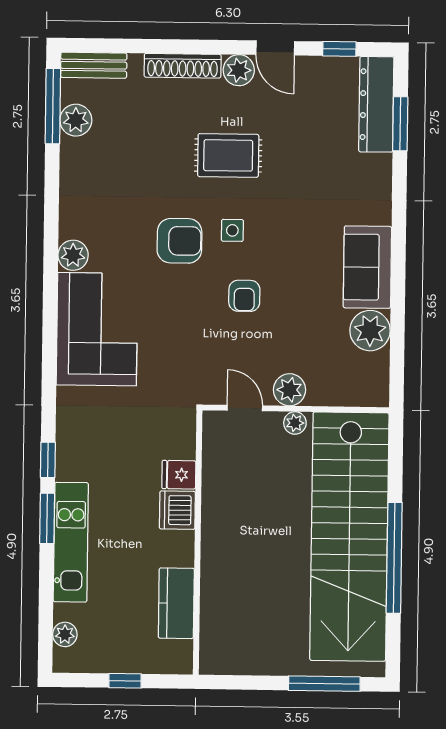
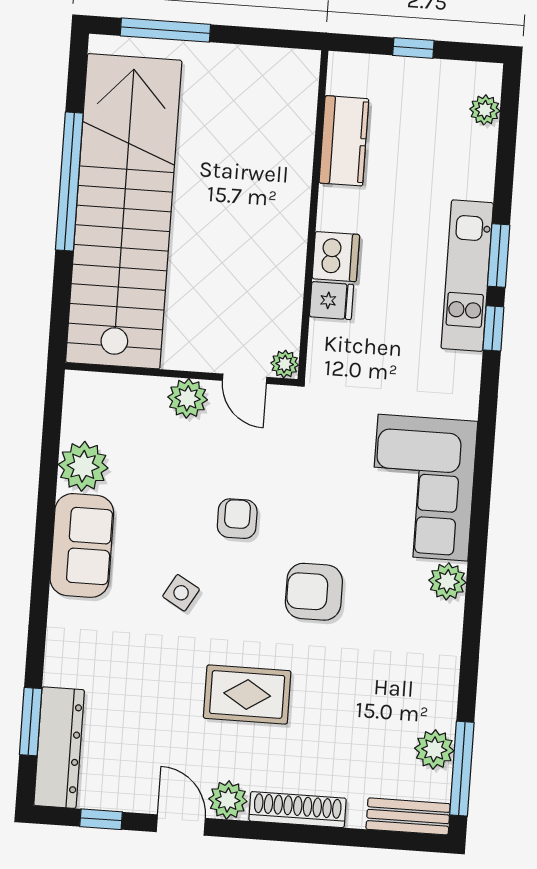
side table: (232, 230) -> (181, 593), moved, turned 30
plant: (295, 423) -> (285, 364), moved
kitchen unit: (71, 542) -> (467, 276), moved

